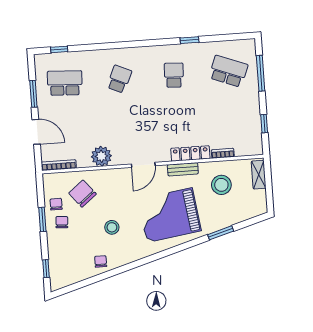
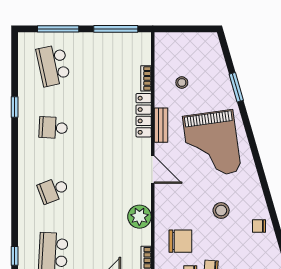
school desk: (228, 71) -> (53, 65), turned -33
school desk: (119, 79) -> (53, 190), turned -45
window: (264, 124) -> (116, 29), width x2.17
shelving: (259, 175) -> (173, 39), removed
stool: (221, 185) -> (182, 83), width x0.53, depth x0.53
chair: (82, 194) -> (180, 241), turned -141

